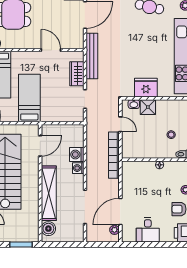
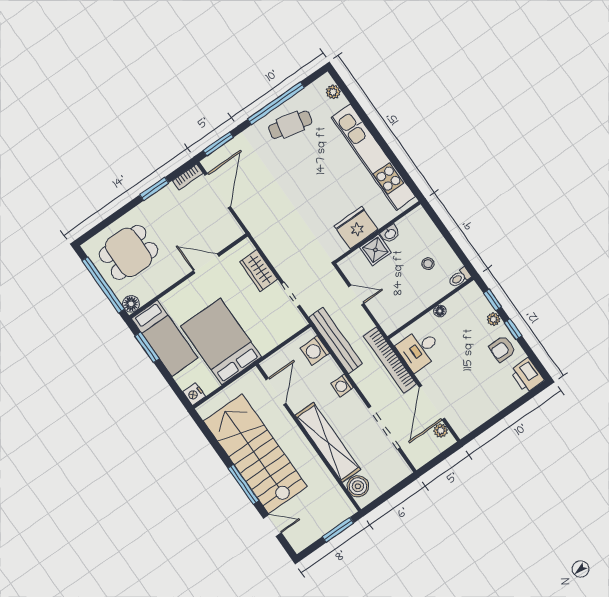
bench: (92, 56) -> (336, 341), moved
bed: (29, 98) -> (221, 342), width x1.50
washbasin: (134, 104) -> (390, 234), moved
washing machine: (77, 154) -> (315, 351), moved
bookcase: (114, 155) -> (390, 360), moved
desk: (148, 230) -> (419, 349), moved, turned 90

